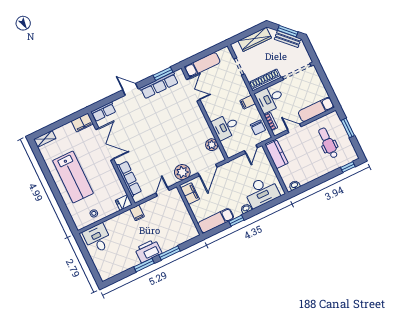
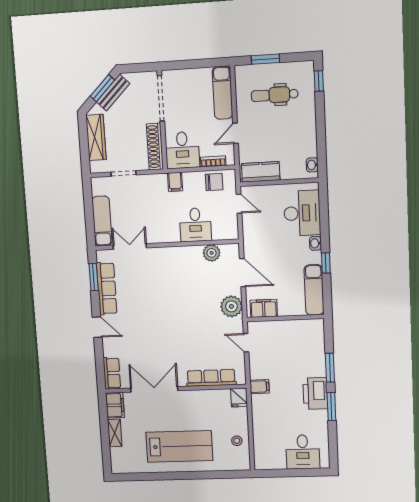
door: (130, 89) -> (97, 327), swing flipped
shelving: (45, 139) -> (115, 433), moved
desk: (97, 238) -> (303, 452), moved, turned -90

